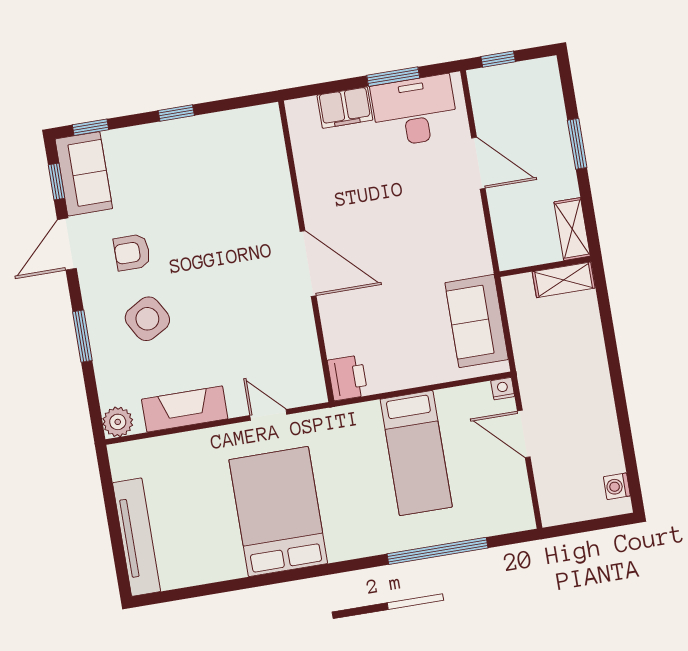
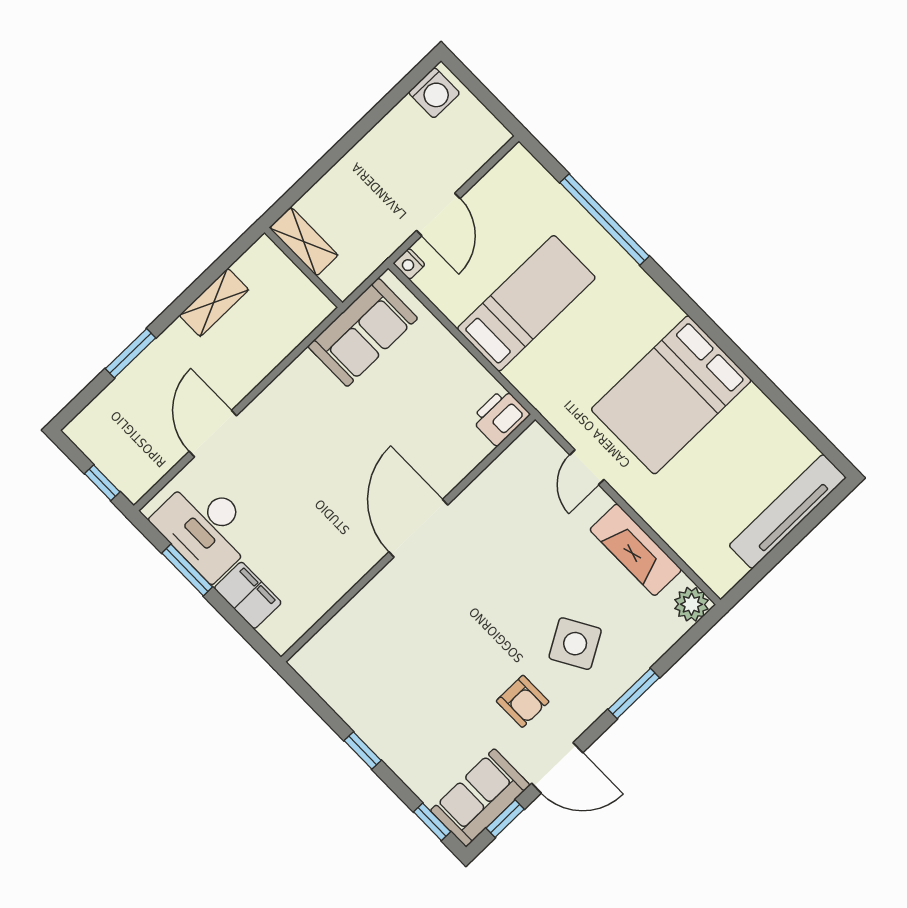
wall: (545, 267) -> (303, 268), moved
shelving: (564, 280) -> (304, 242), moved
washing machine: (617, 486) -> (434, 93), width x1.38, depth x1.38

